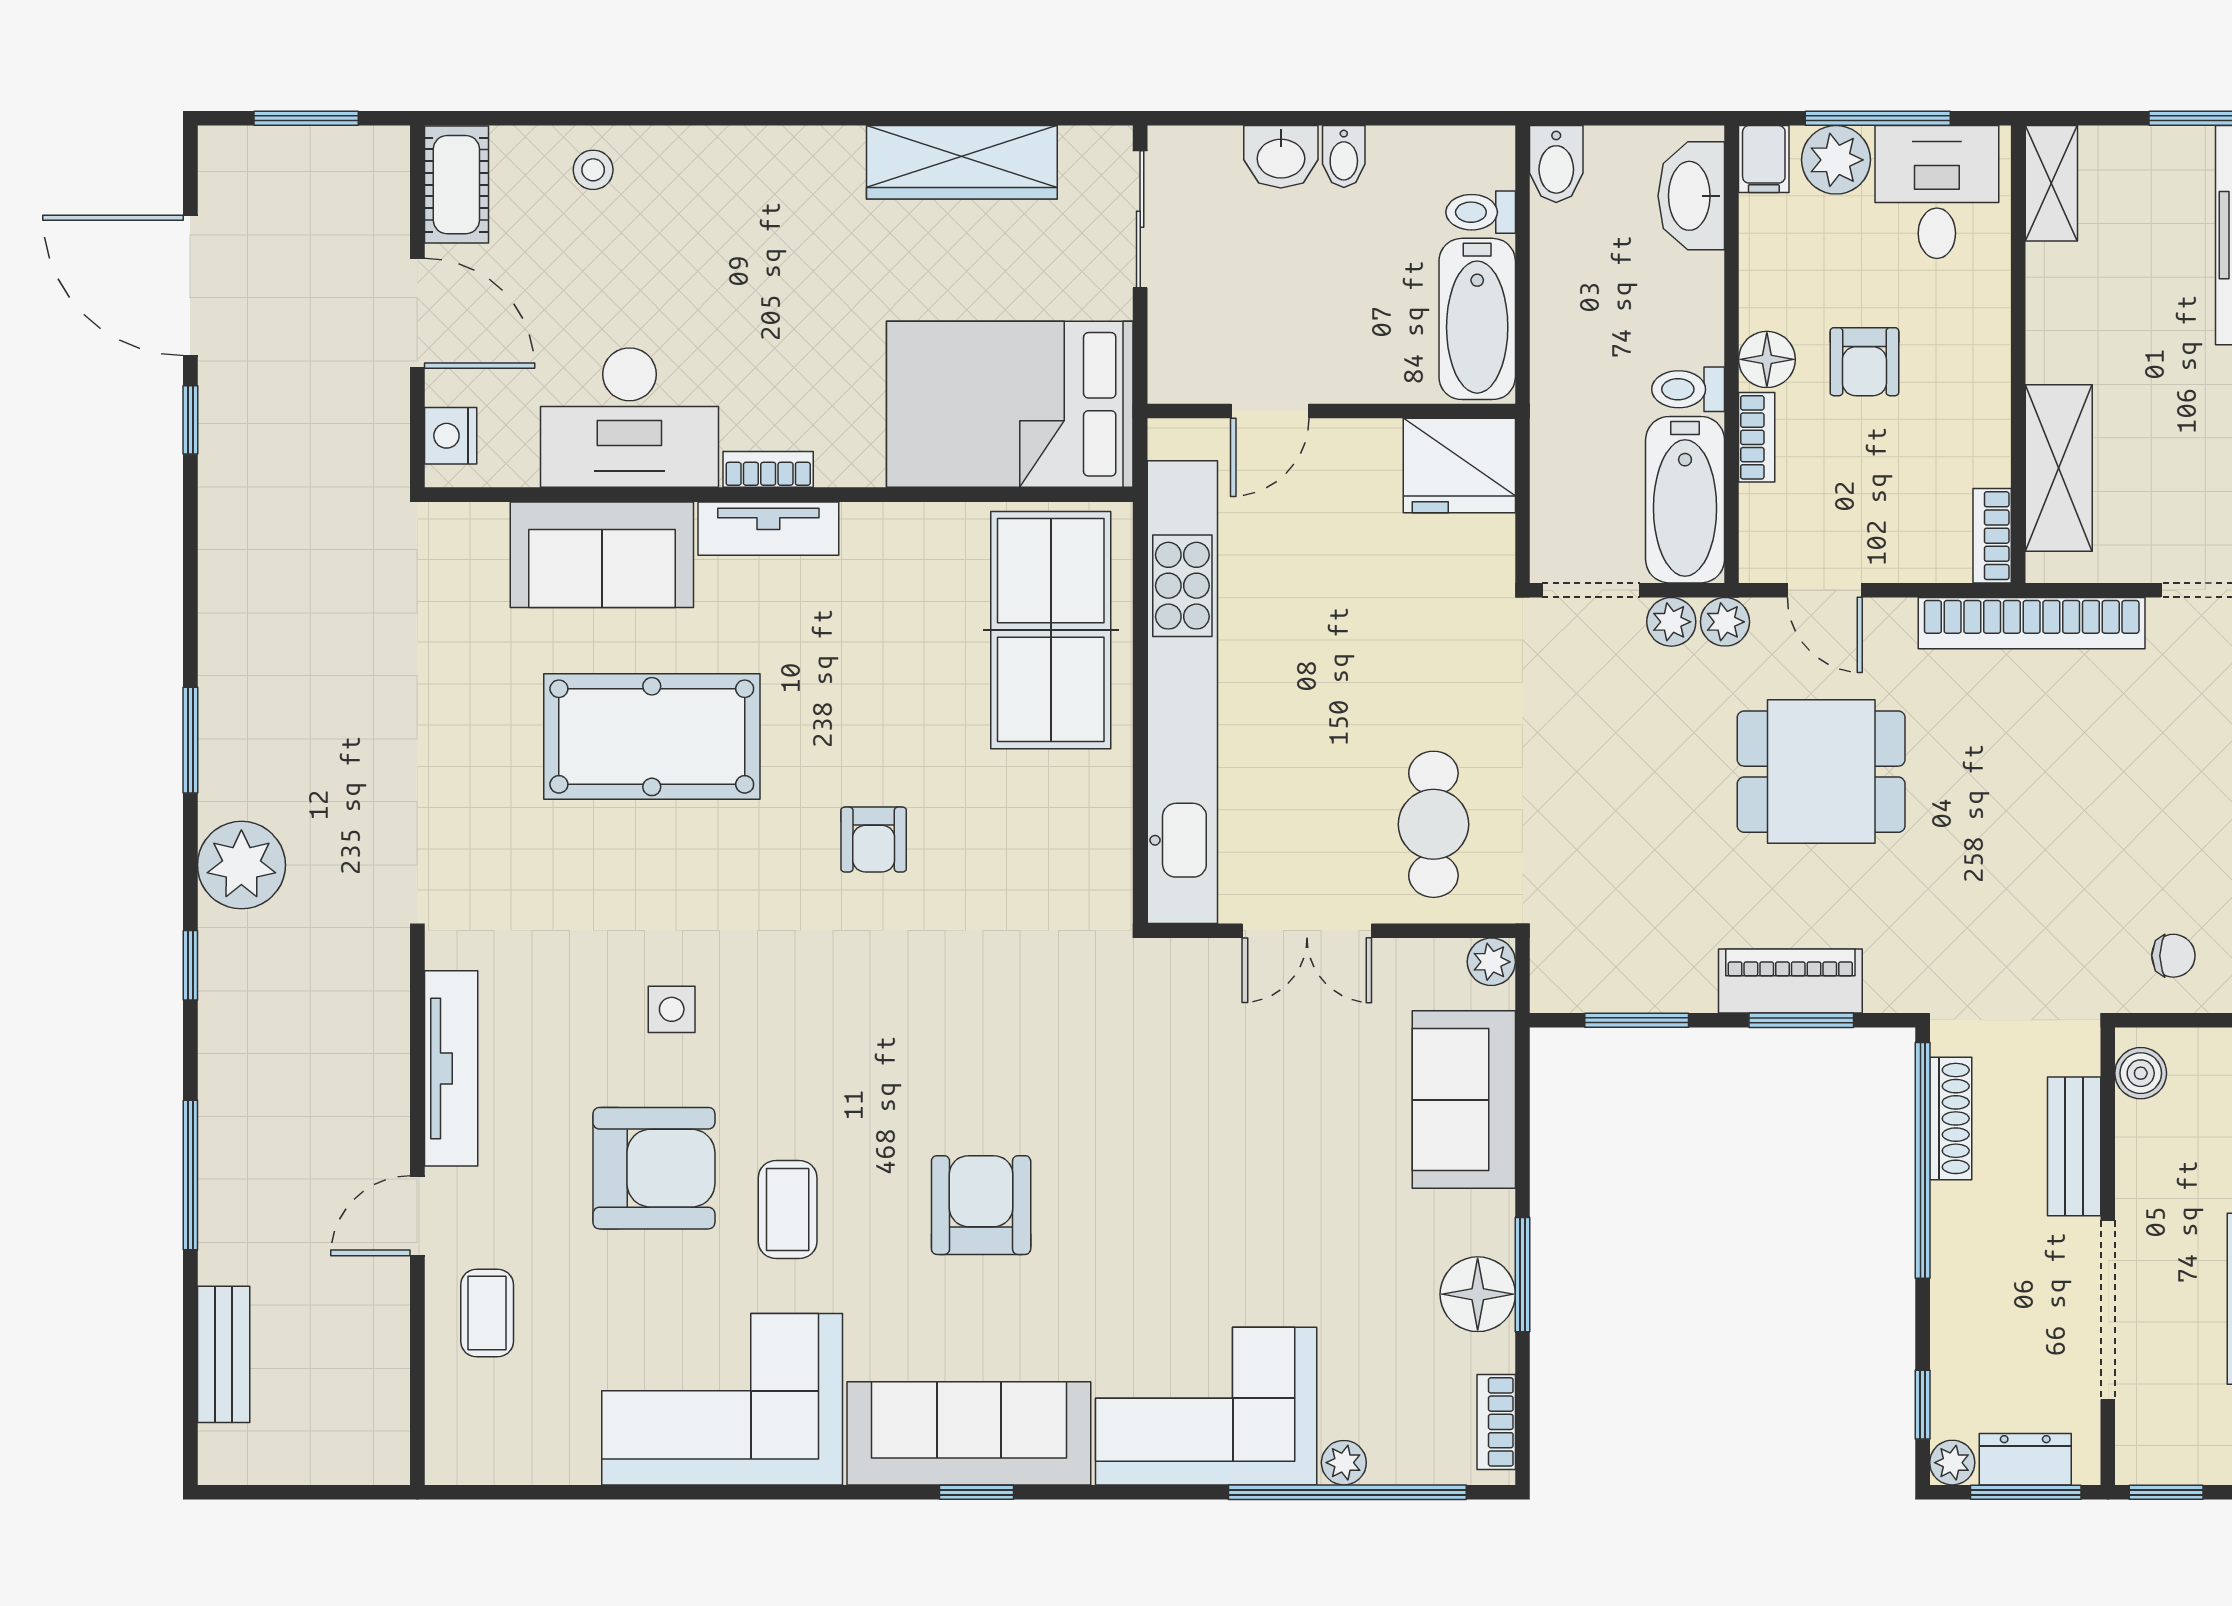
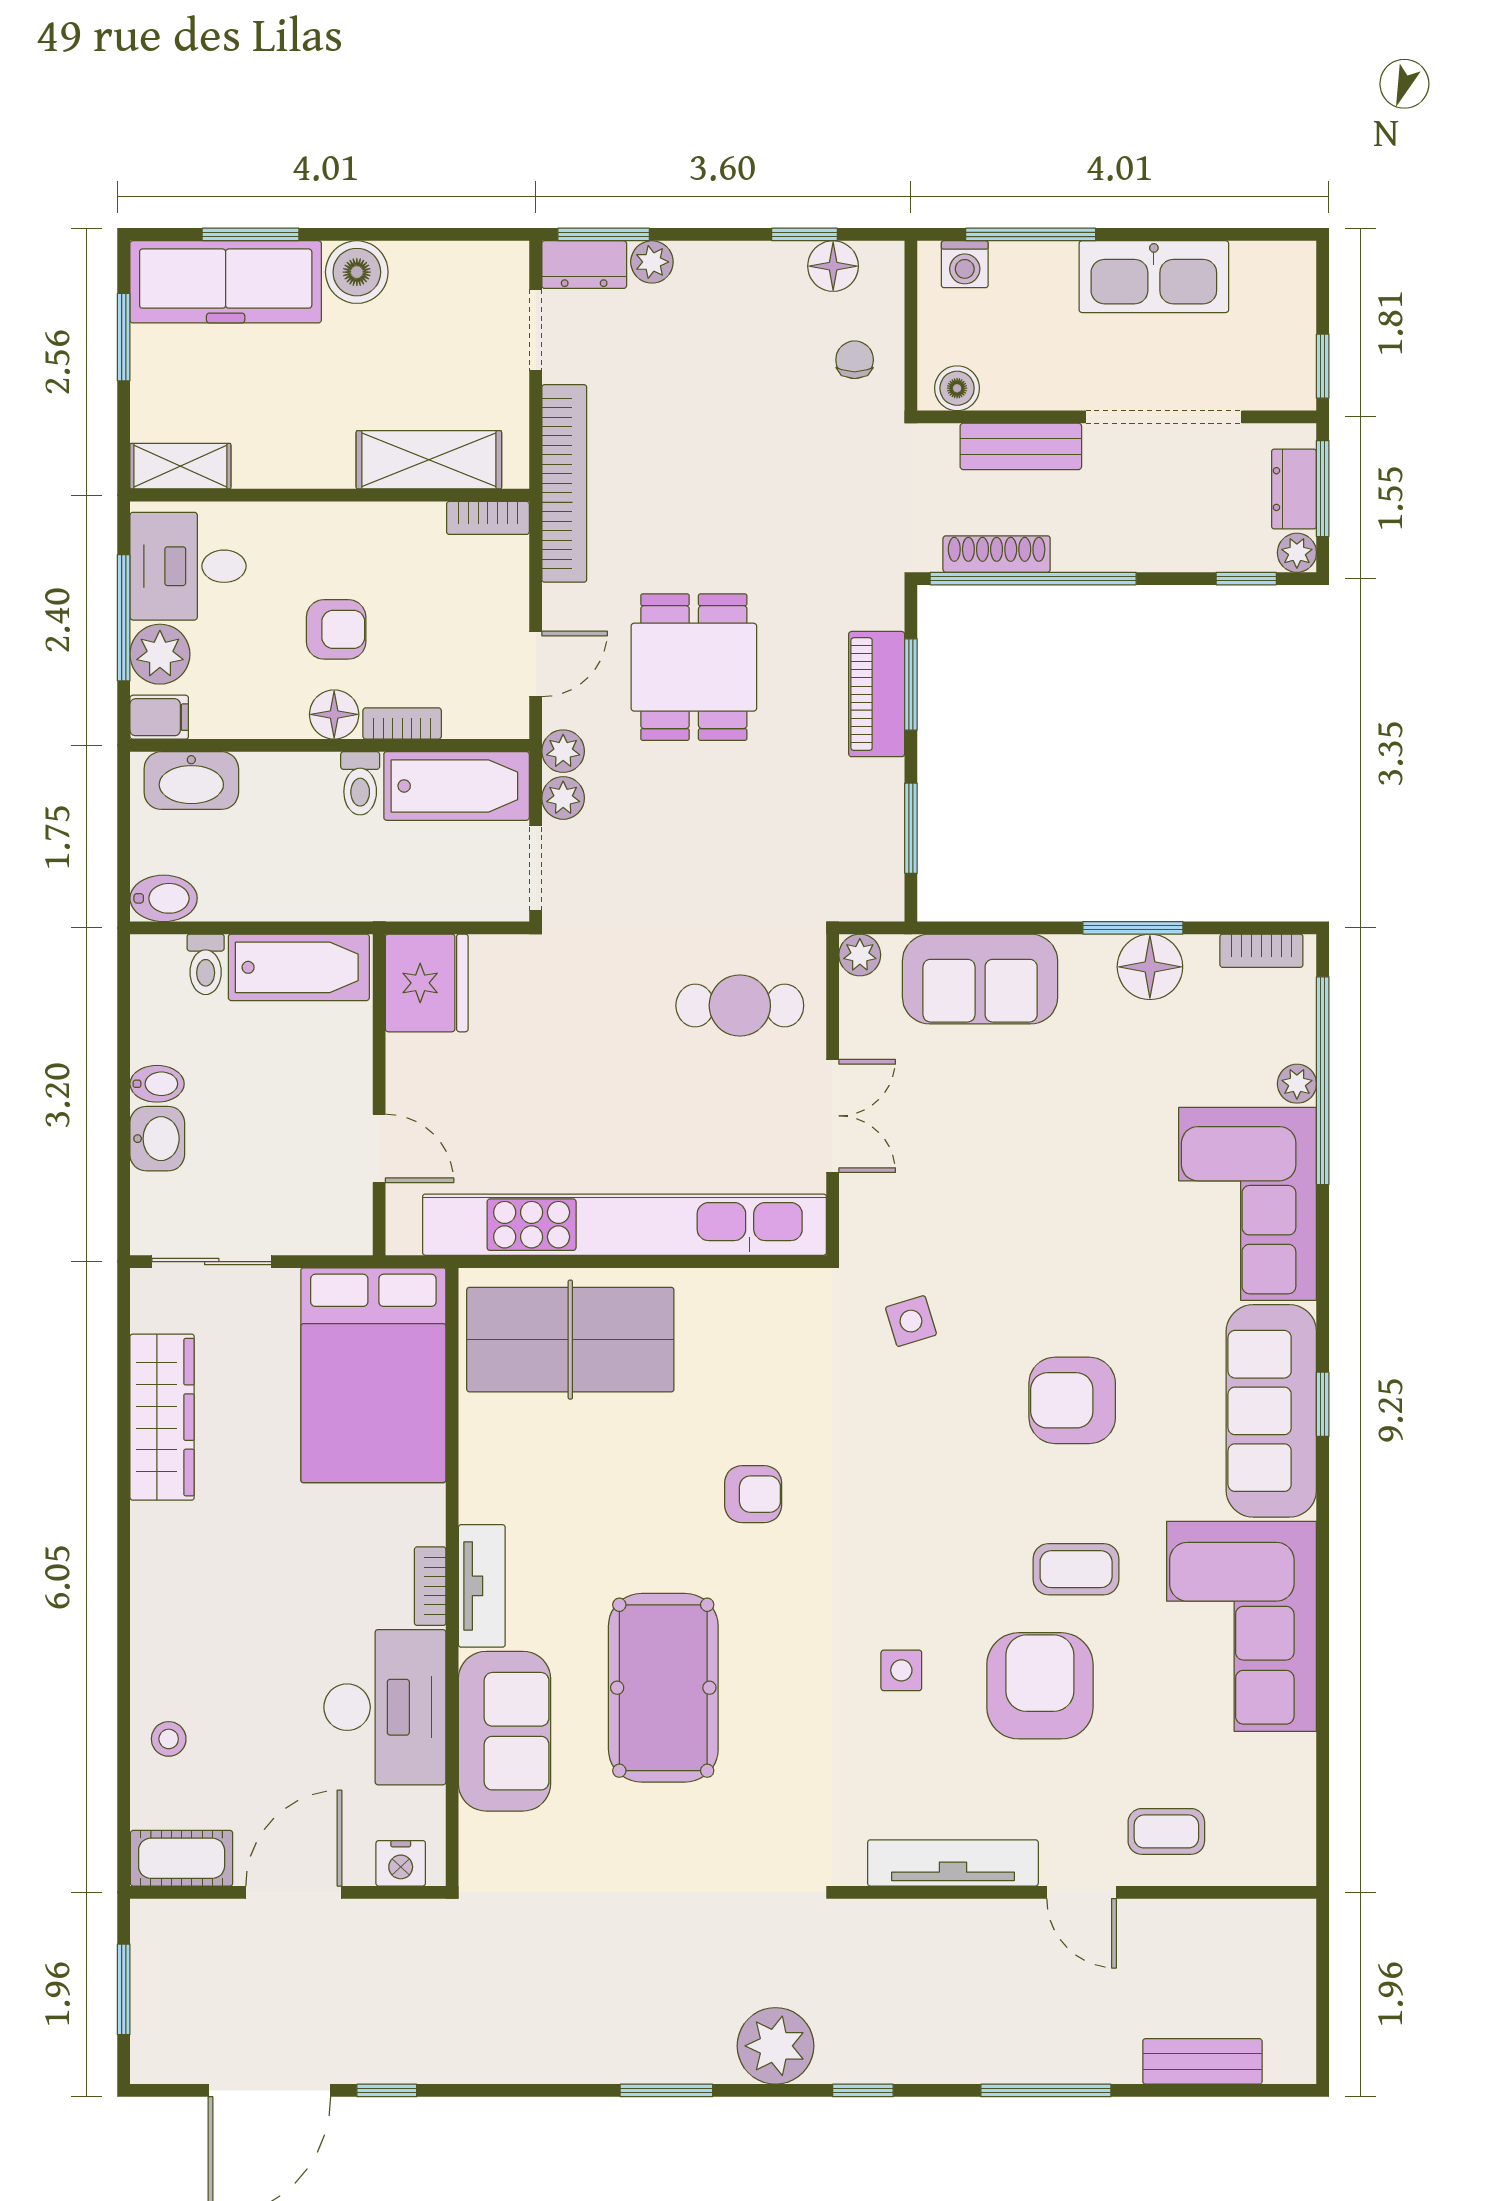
side table: (1072, 1020) -> (911, 1321), added

